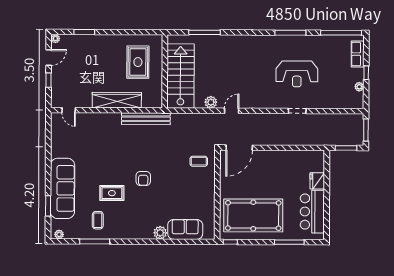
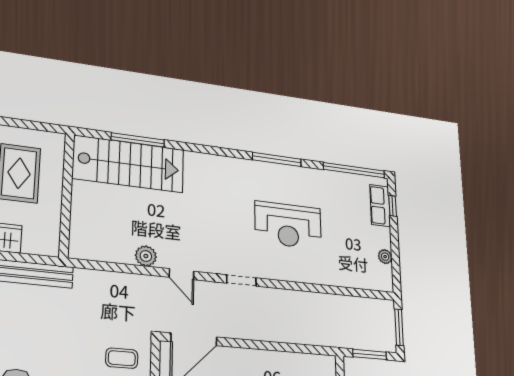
window: (366, 73) -> (393, 206), moved
stairs: (181, 76) -> (129, 164), moved, turned 90
door: (232, 111) -> (181, 274), swing flipped
doorway: (297, 111) -> (241, 280), moved

